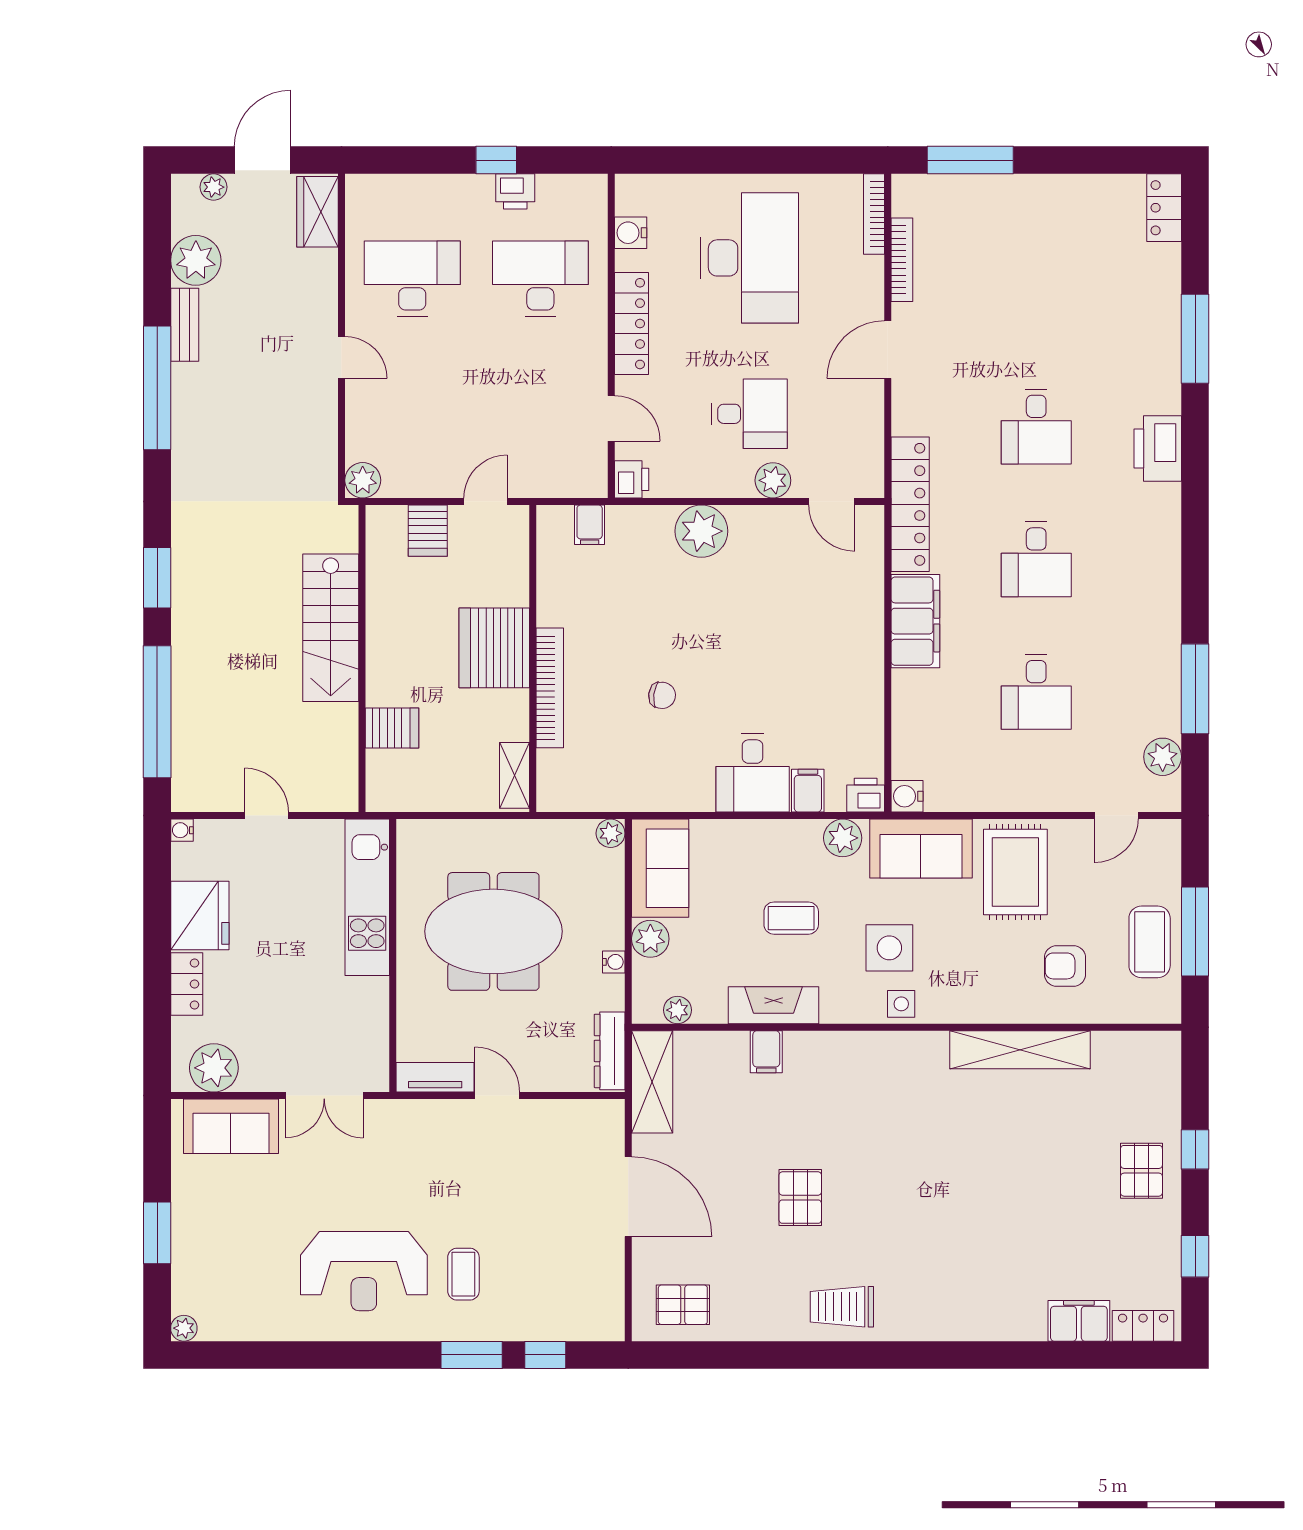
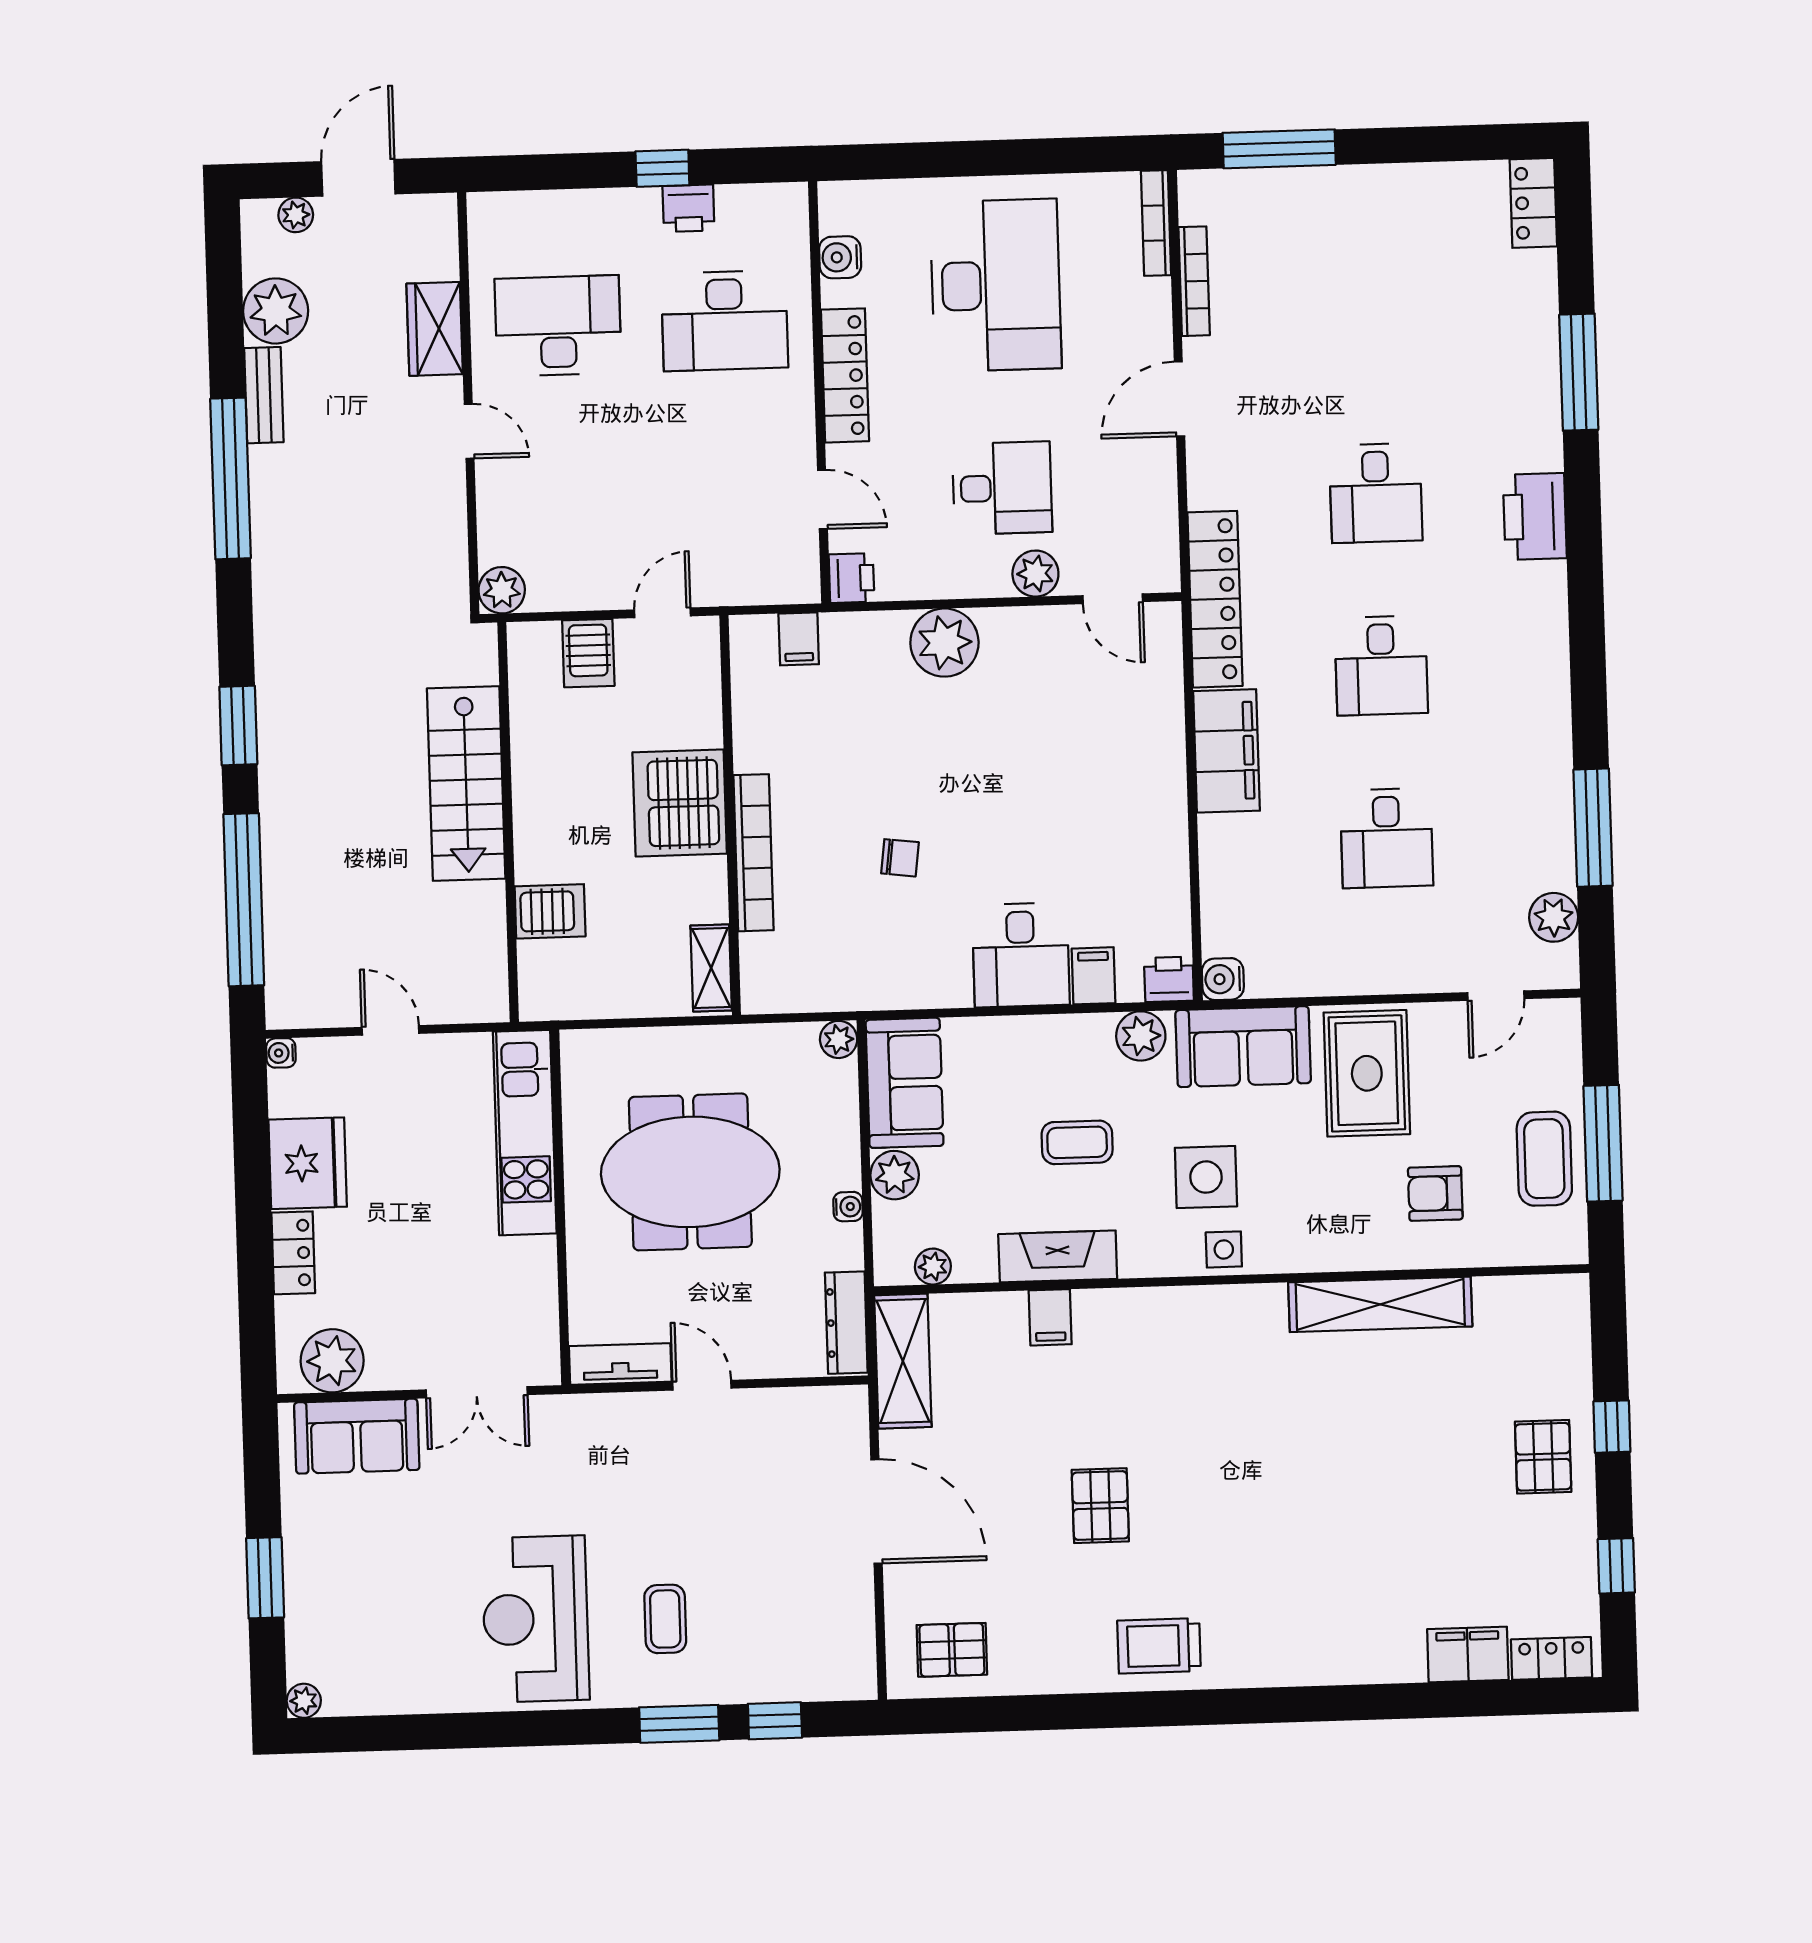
wardrobe: (318, 212) -> (435, 329), moved
desk: (540, 279) -> (725, 321), turned 180
reception desk: (364, 1271) -> (536, 1619), turned 90

